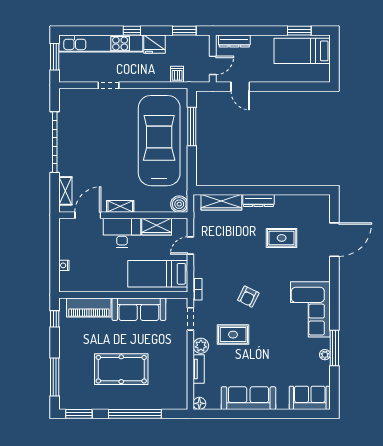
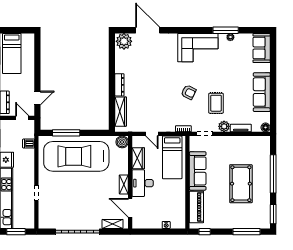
plant: (319, 207) -> (124, 41), added
rug: (282, 238) -> (146, 68), removed

